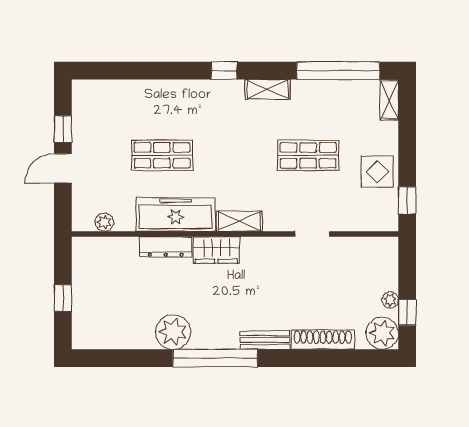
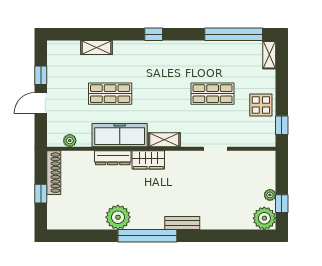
shelving: (268, 89) -> (97, 48), moved
shoe rack: (323, 340) -> (54, 173), moved, turned 90

